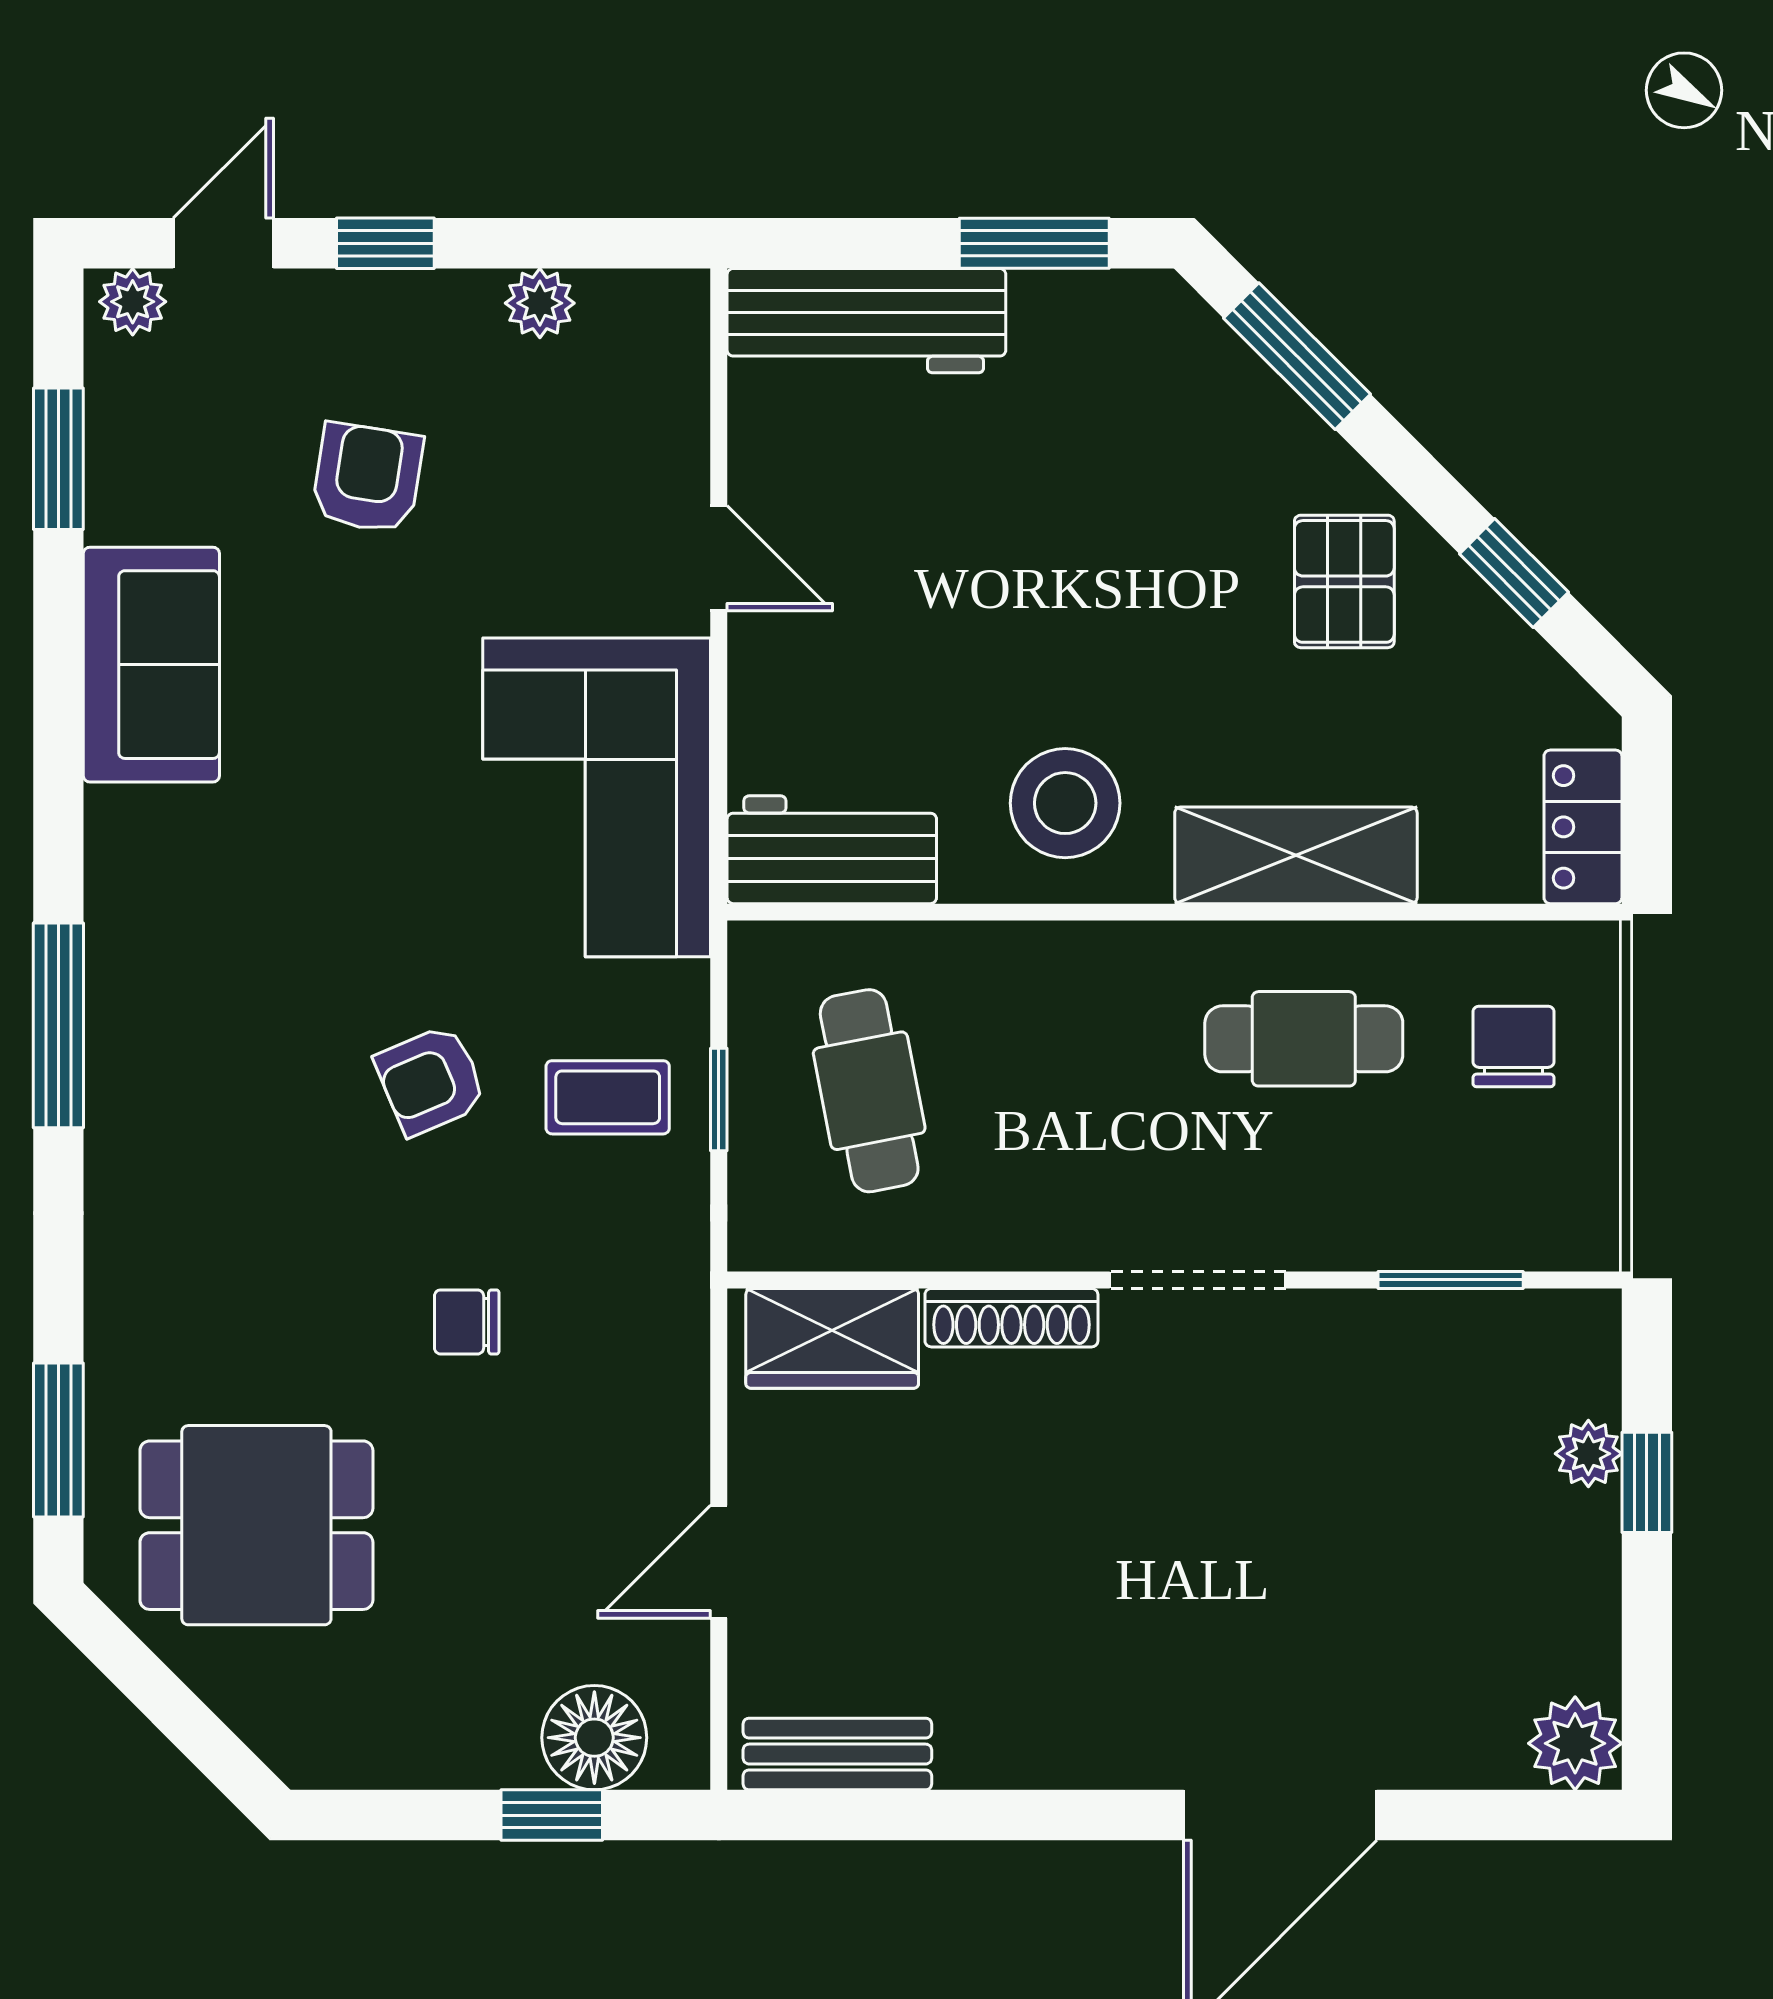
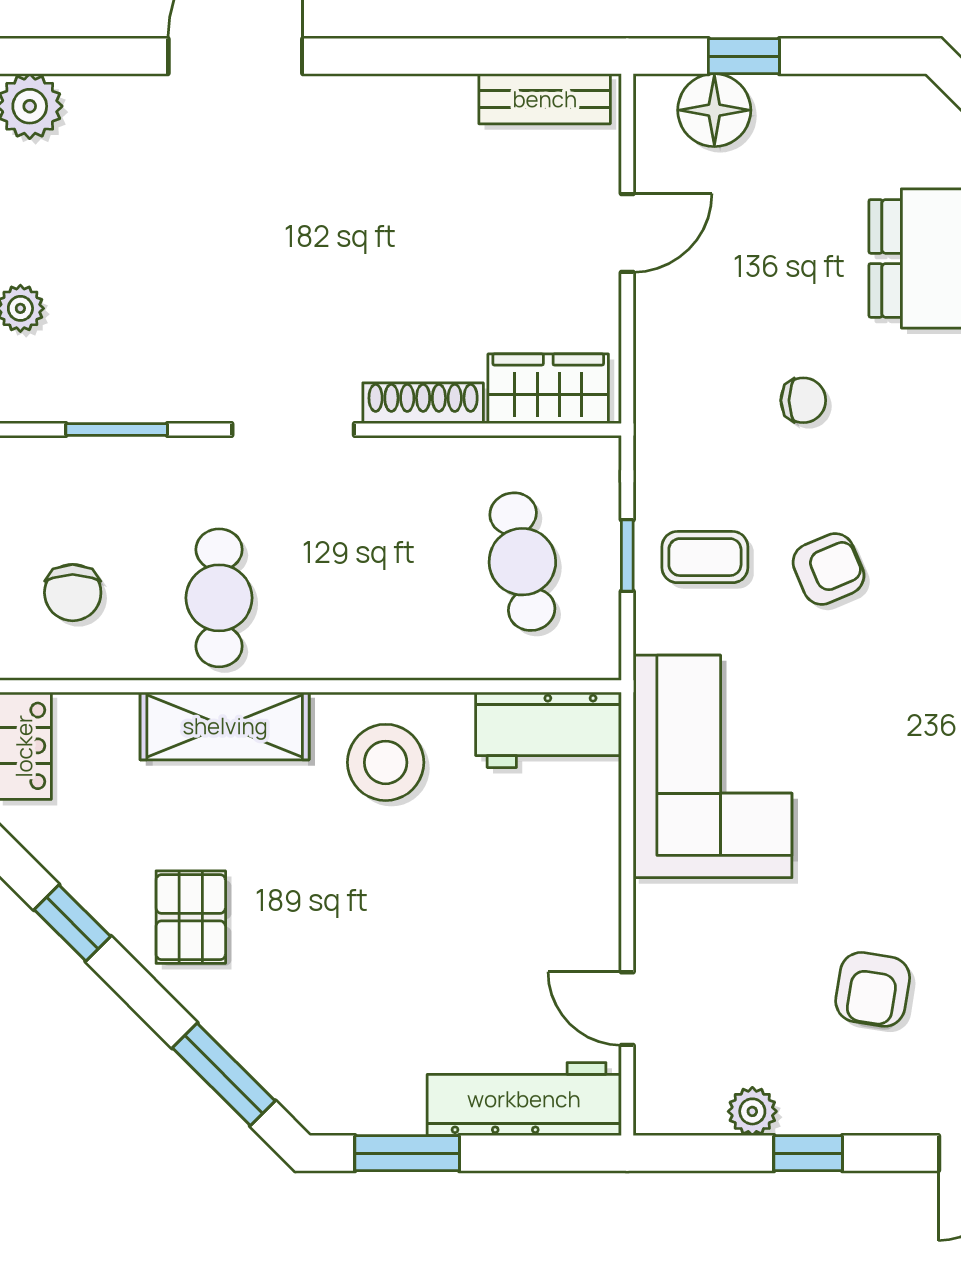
window: (385, 243) -> (808, 1153), moved
door: (719, 558) -> (627, 1009), moved
cafe table: (1304, 1039) -> (219, 598), turned 90

